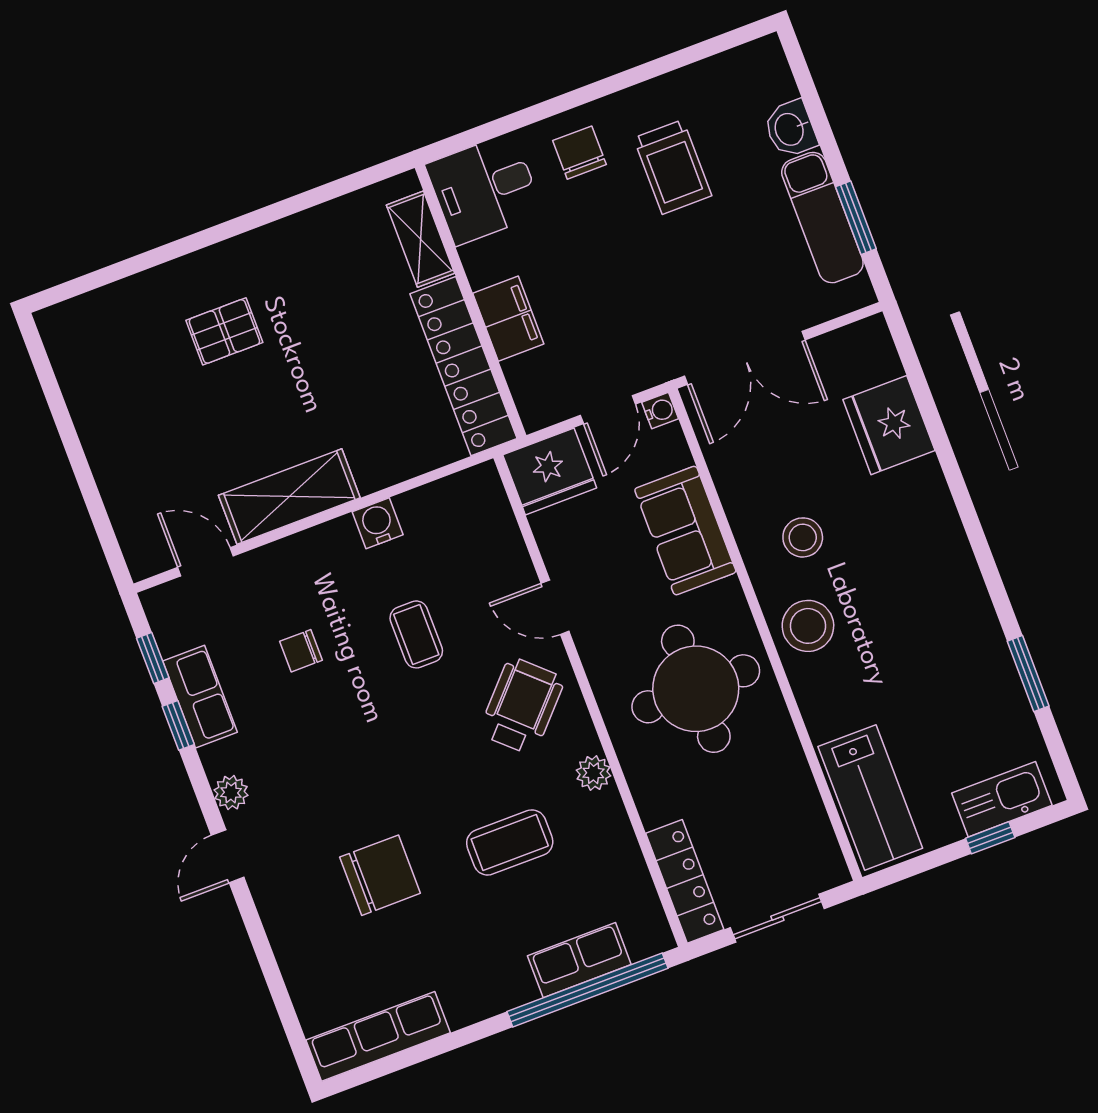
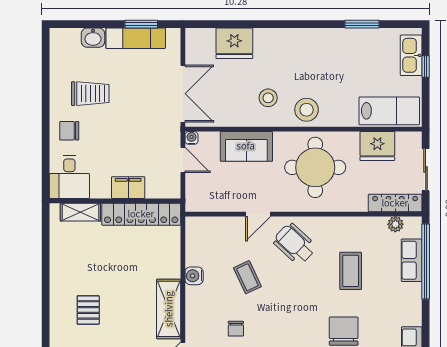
fridge: (550, 471) -> (377, 146), moved, turned 90
coffee table: (416, 634) -> (247, 277), turned 65
plant: (593, 773) -> (395, 224), moved

